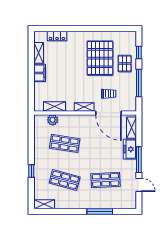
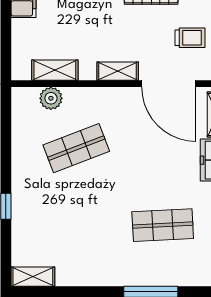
trolley: (109, 94) -> (190, 38), moved
shop shelf: (65, 143) -> (76, 148), turned -30
shop shelf: (65, 180) -> (76, 225), removed

